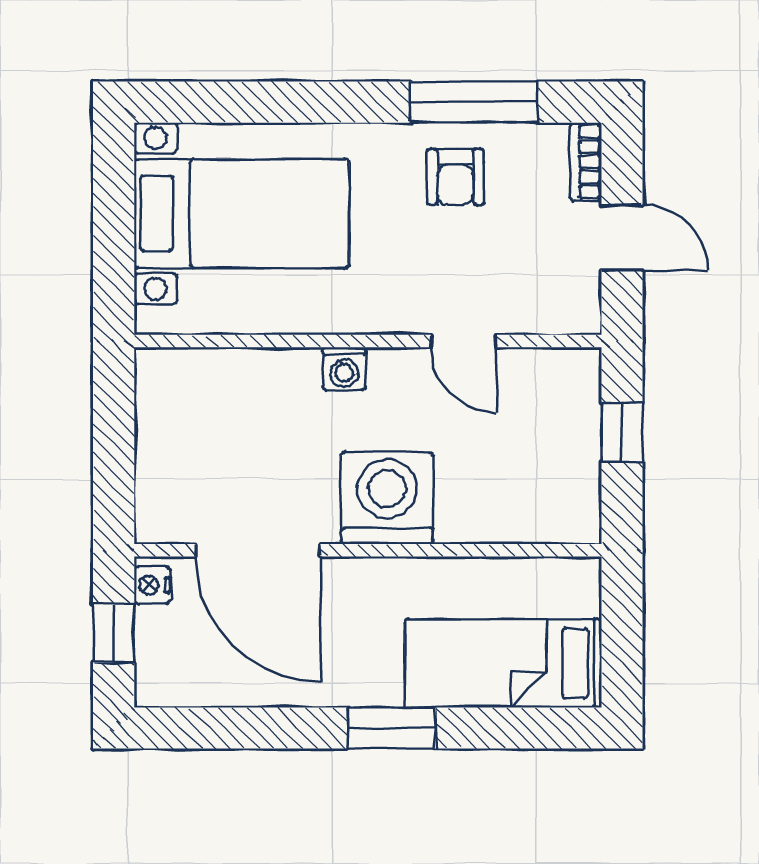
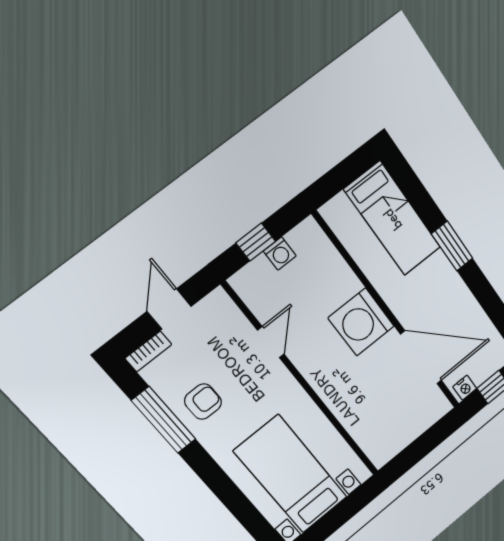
washing machine: (344, 369) -> (280, 254), moved, turned 90
door: (258, 550) -> (421, 357), hinge flipped

